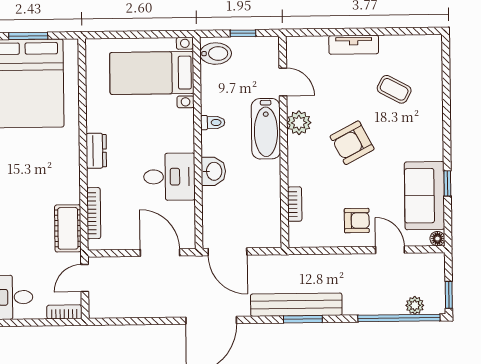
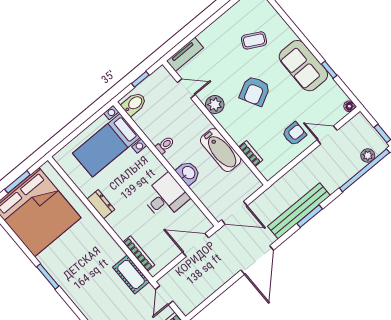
tv unit: (354, 45) -> (185, 54), moved
bathtub: (266, 129) -> (221, 150), moved
dresser: (96, 151) -> (101, 204), moved
sofa: (425, 196) -> (303, 66), moved

